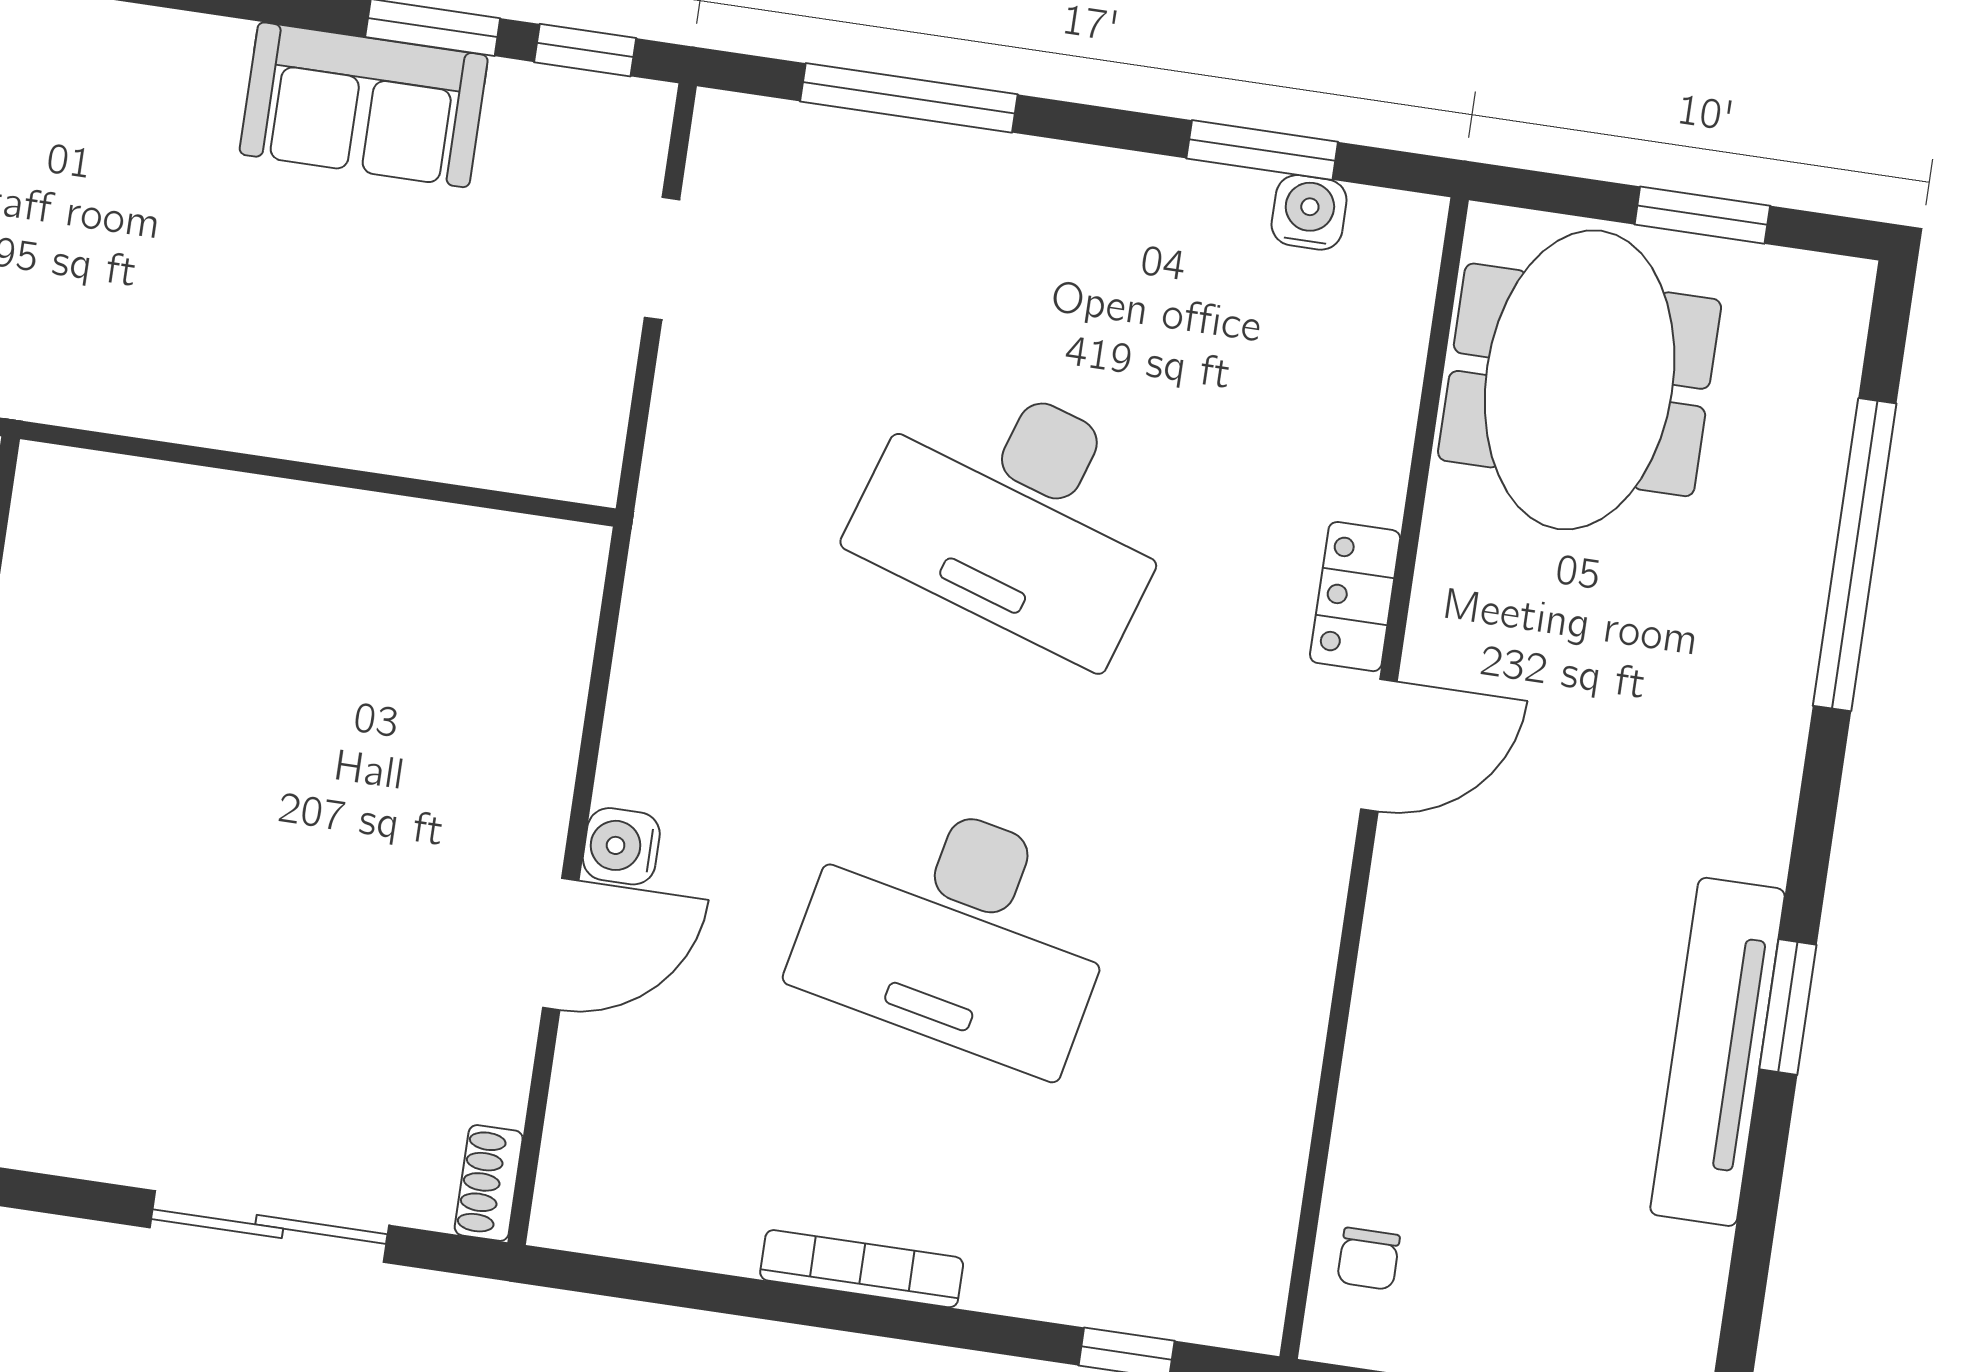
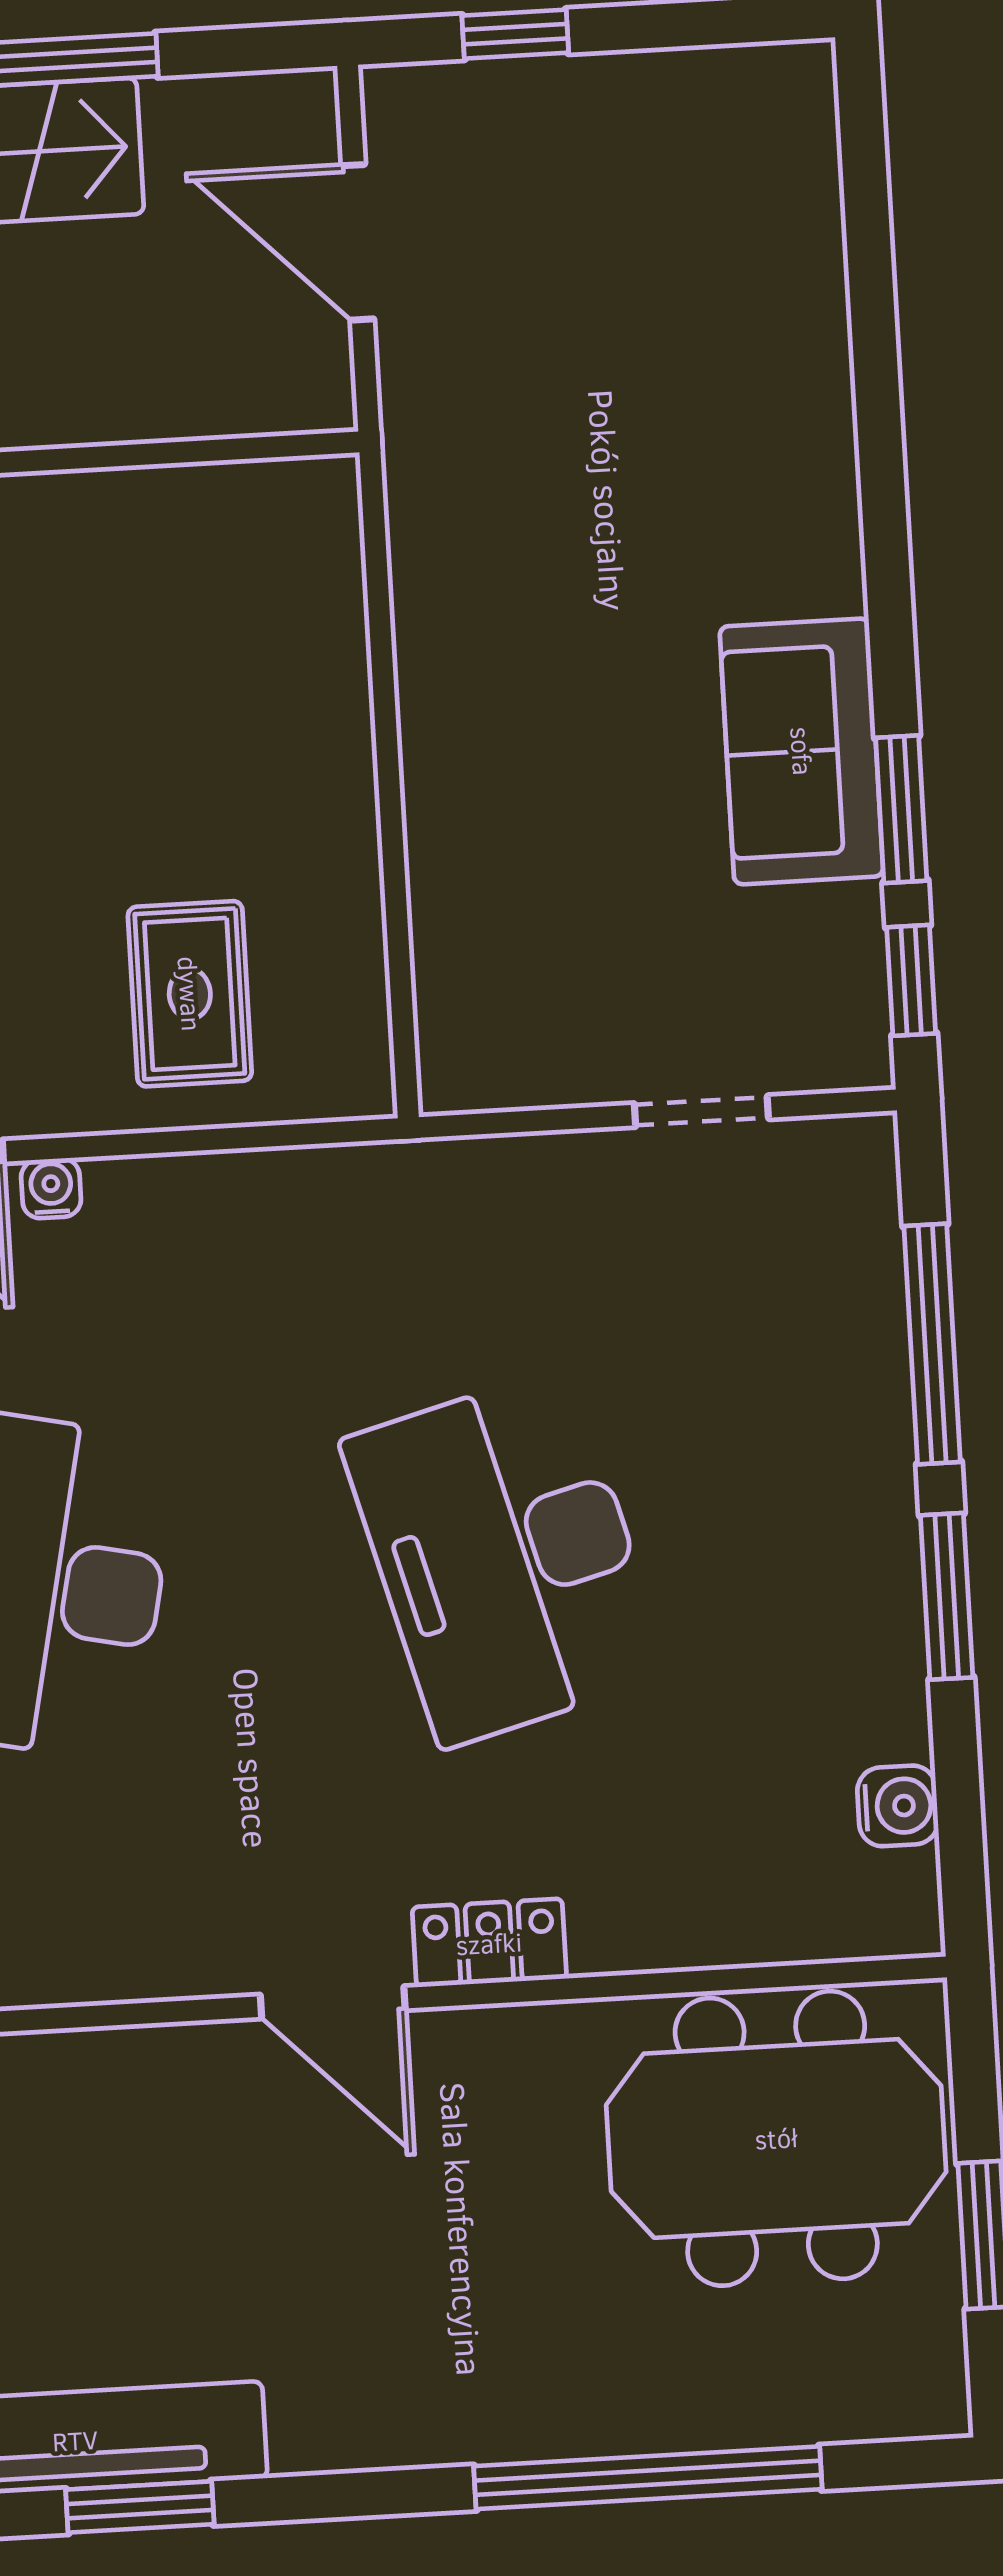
window: (1262, 150) -> (947, 1596), moved
desk: (1019, 512) -> (505, 1557), turned -33
rug: (465, 687) -> (190, 994), added
water cooler: (621, 846) -> (51, 1188), width x0.72, depth x0.72

